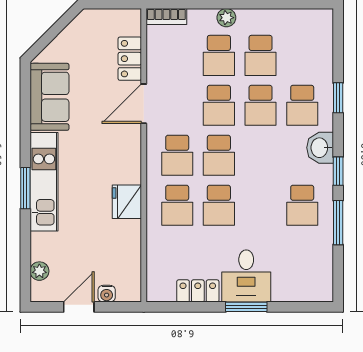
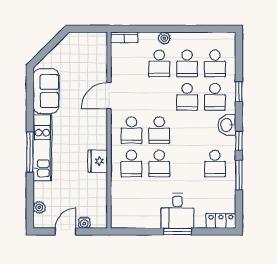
locker: (130, 59) -> (100, 66), removed
school desk: (219, 105) -> (215, 63), moved
window: (25, 188) -> (30, 152), width x1.44
locker: (198, 291) -> (221, 221), moved

